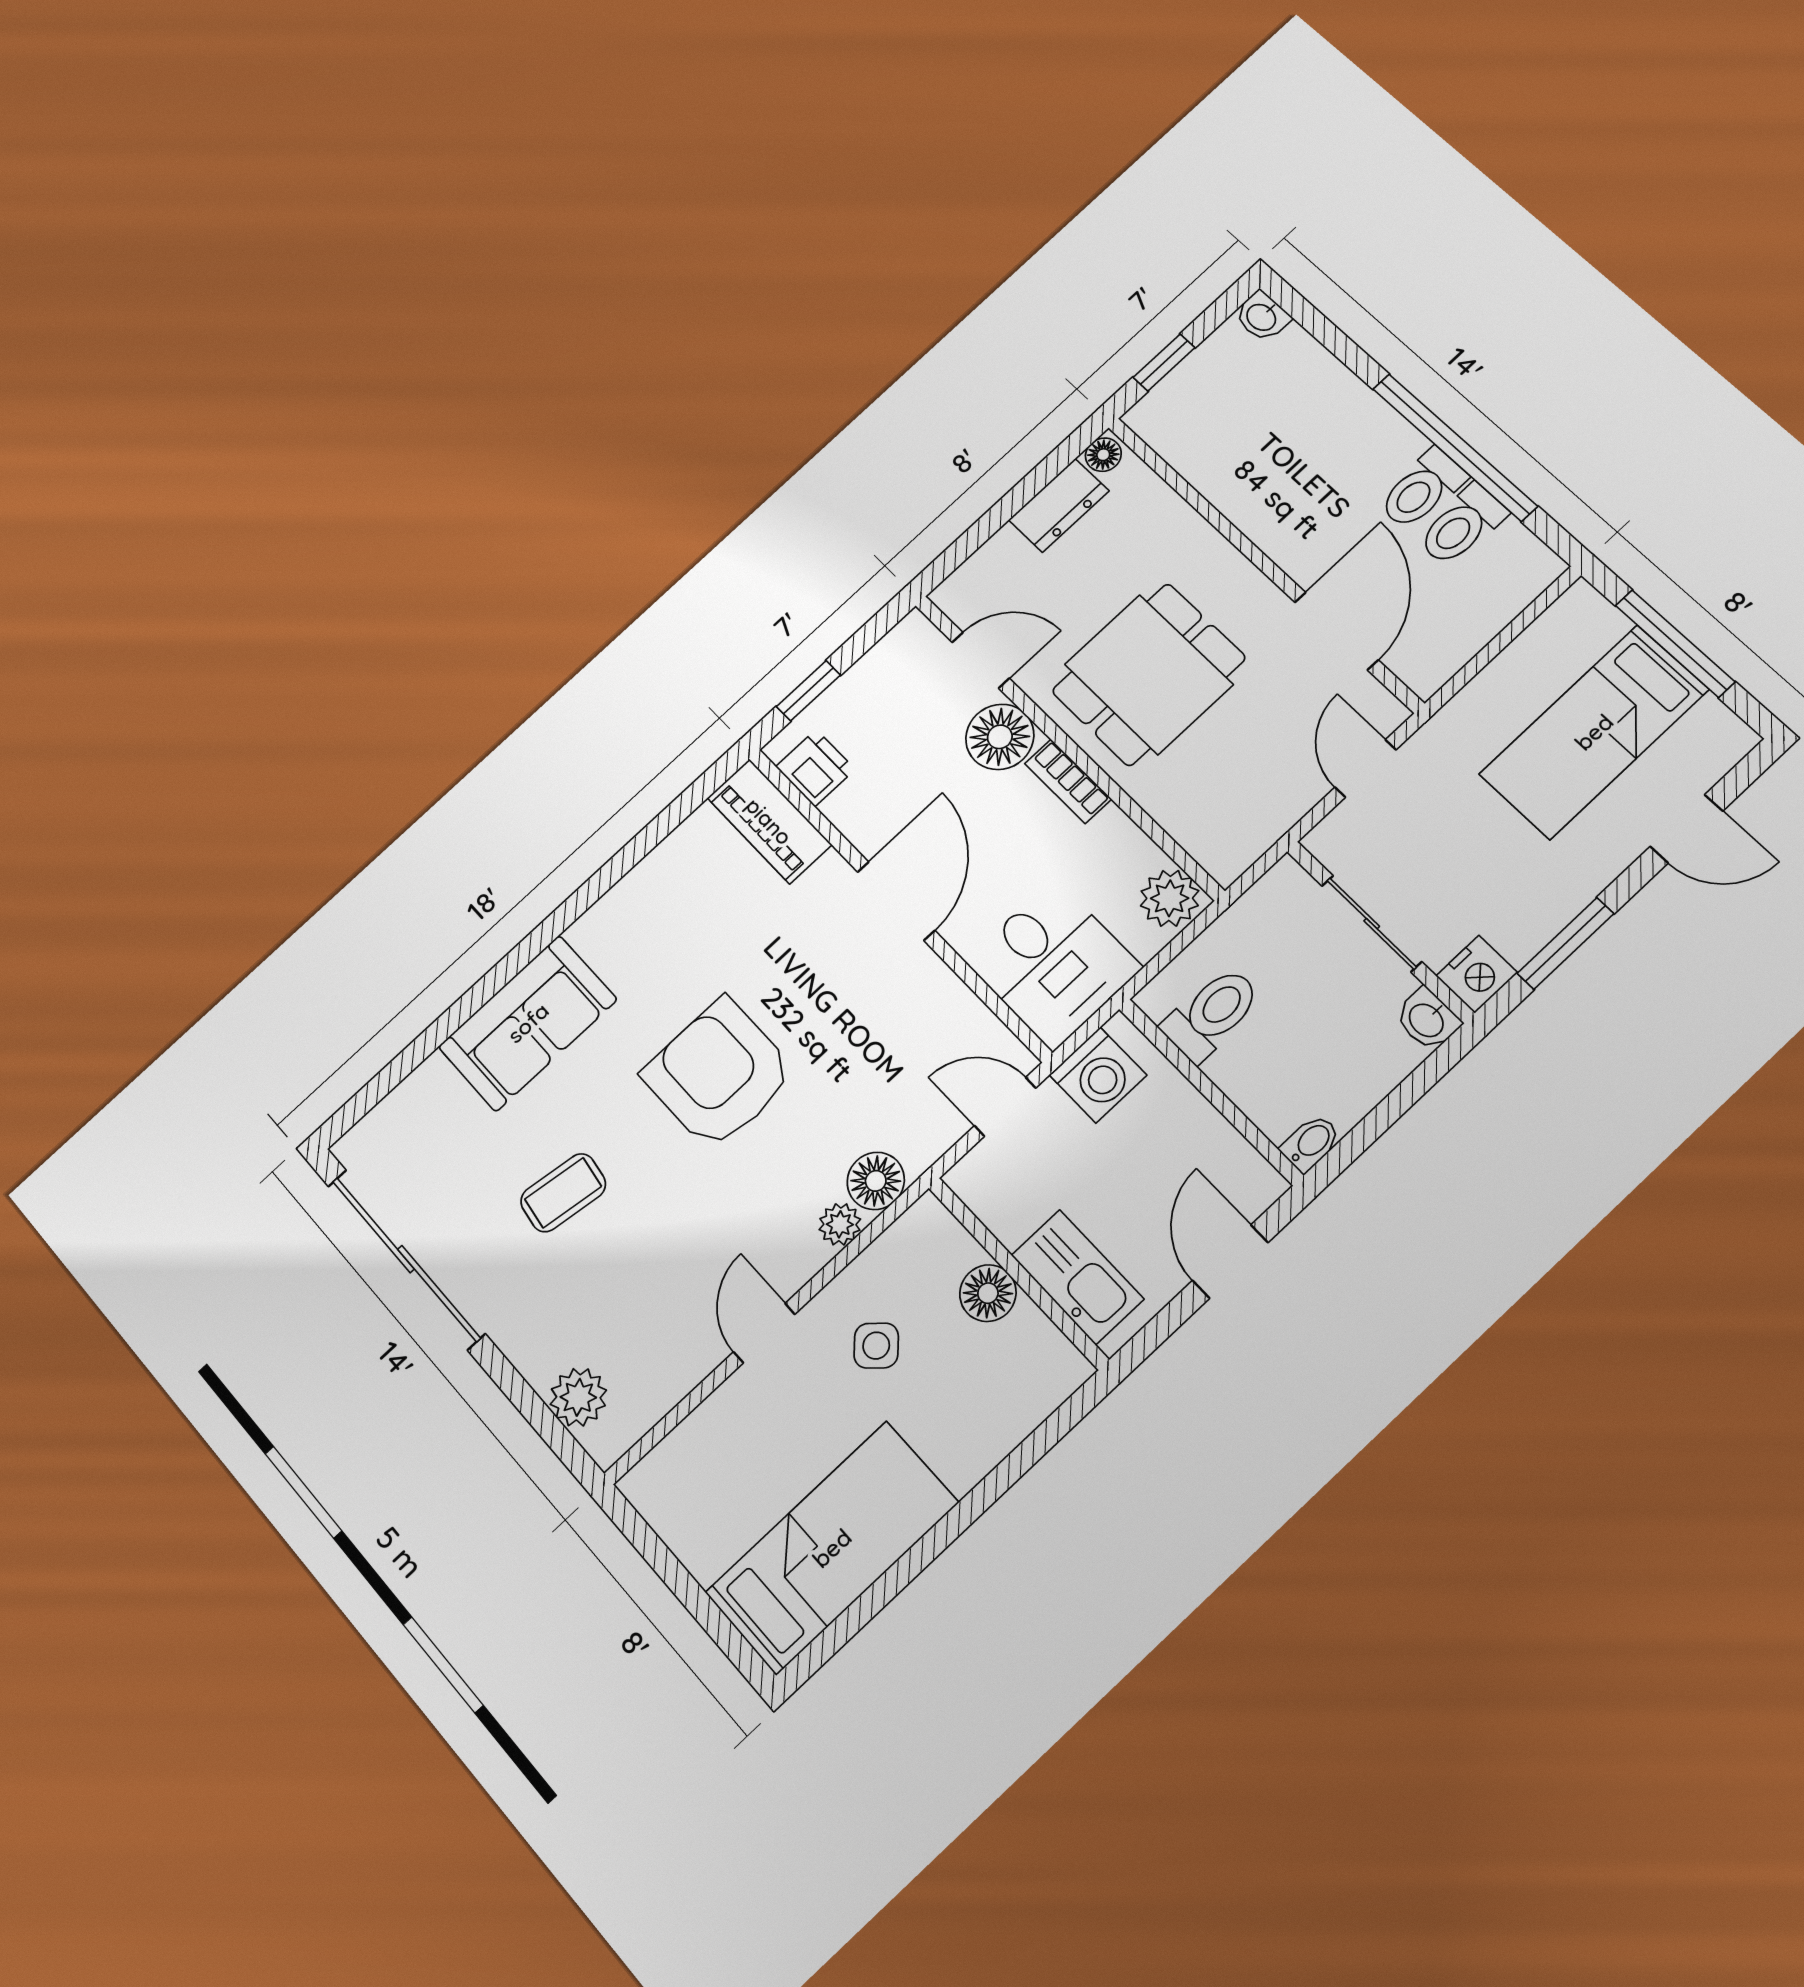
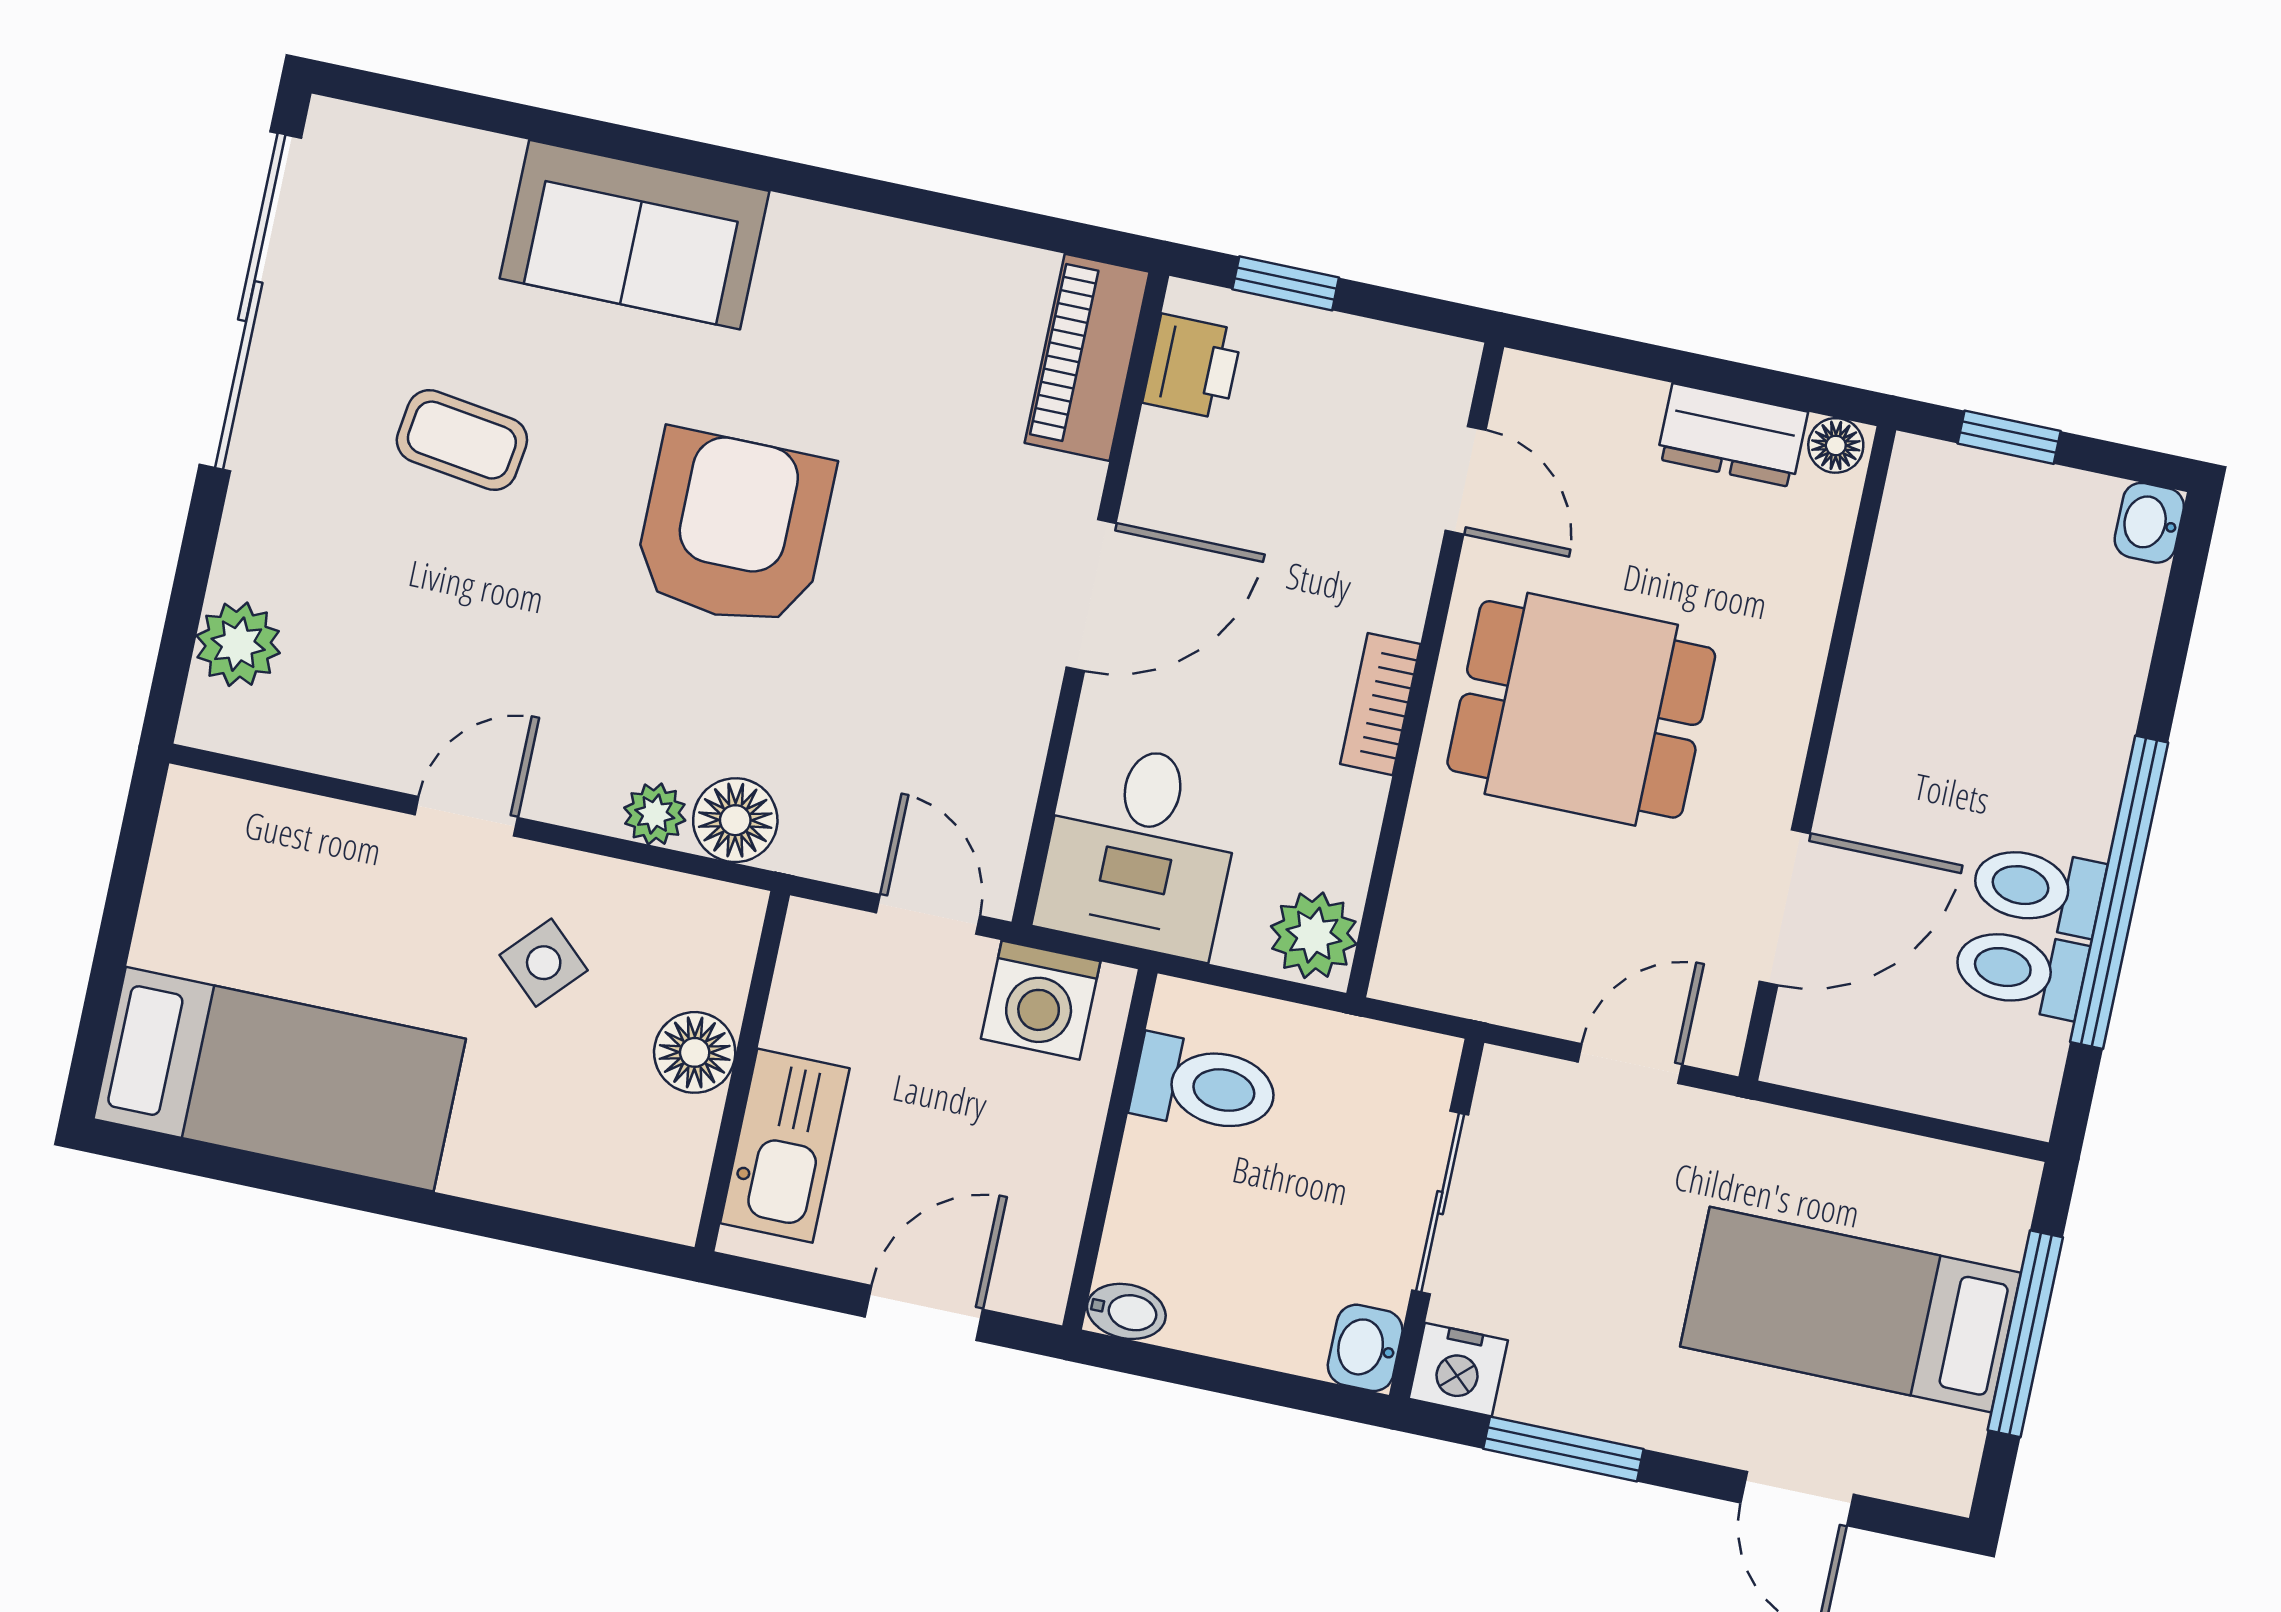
floor lamp: (1000, 737) -> (1382, 576), removed

